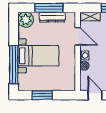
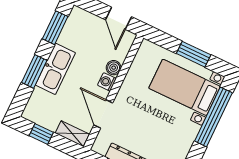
bed with nightstands: (38, 56) -> (185, 87), moved

